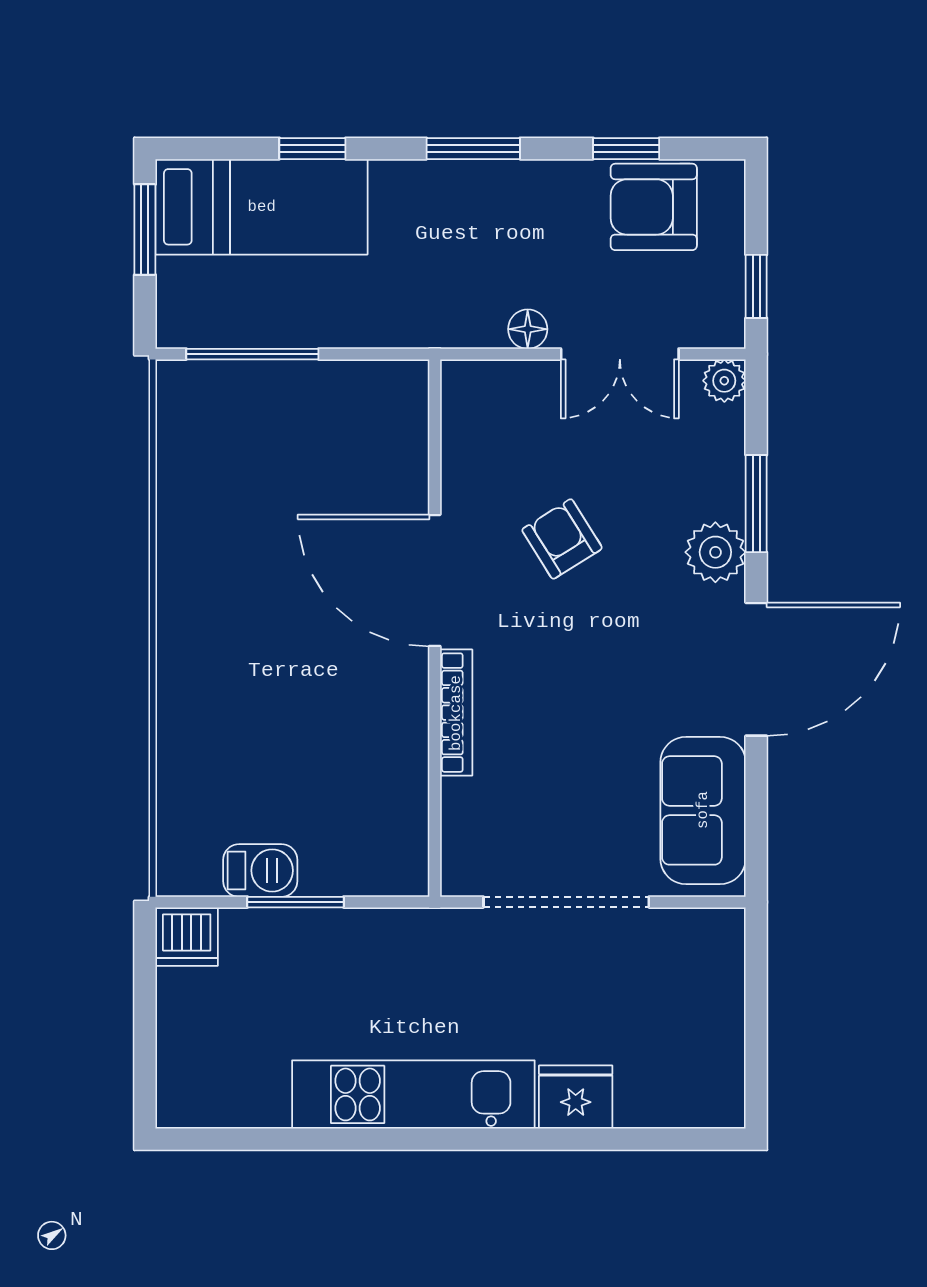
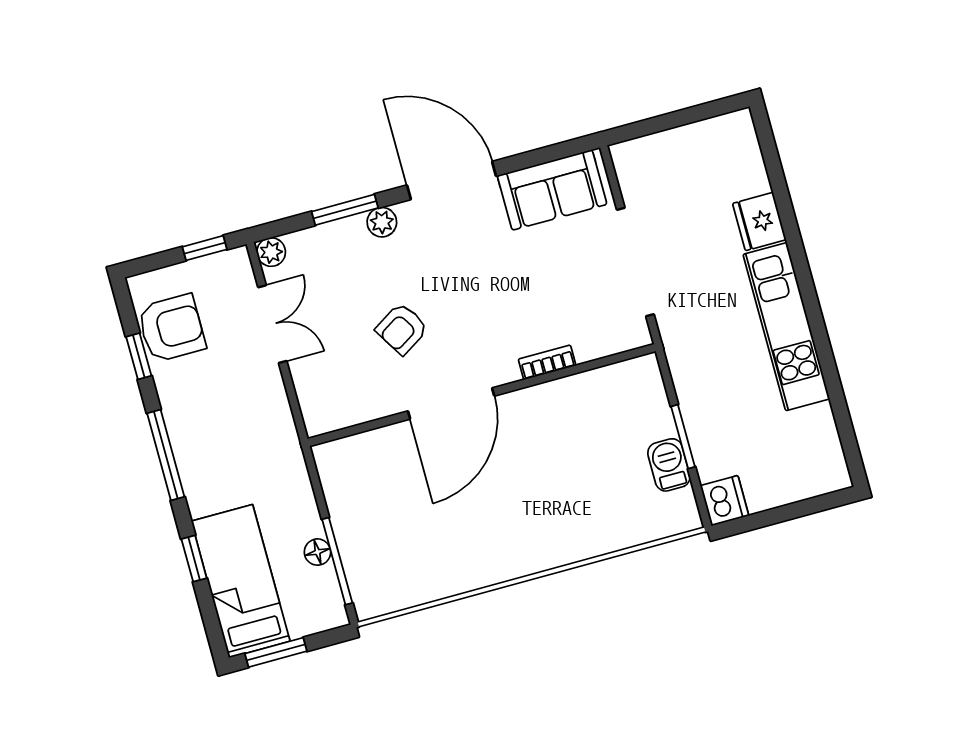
window: (473, 149) -> (166, 455), width x1.44
armchair: (654, 207) -> (172, 328), turned -90
floor lamp: (528, 329) -> (317, 552), moved
plant: (715, 552) -> (382, 222), width x0.73, depth x0.73
bookcase: (456, 713) -> (547, 362), width x0.64

